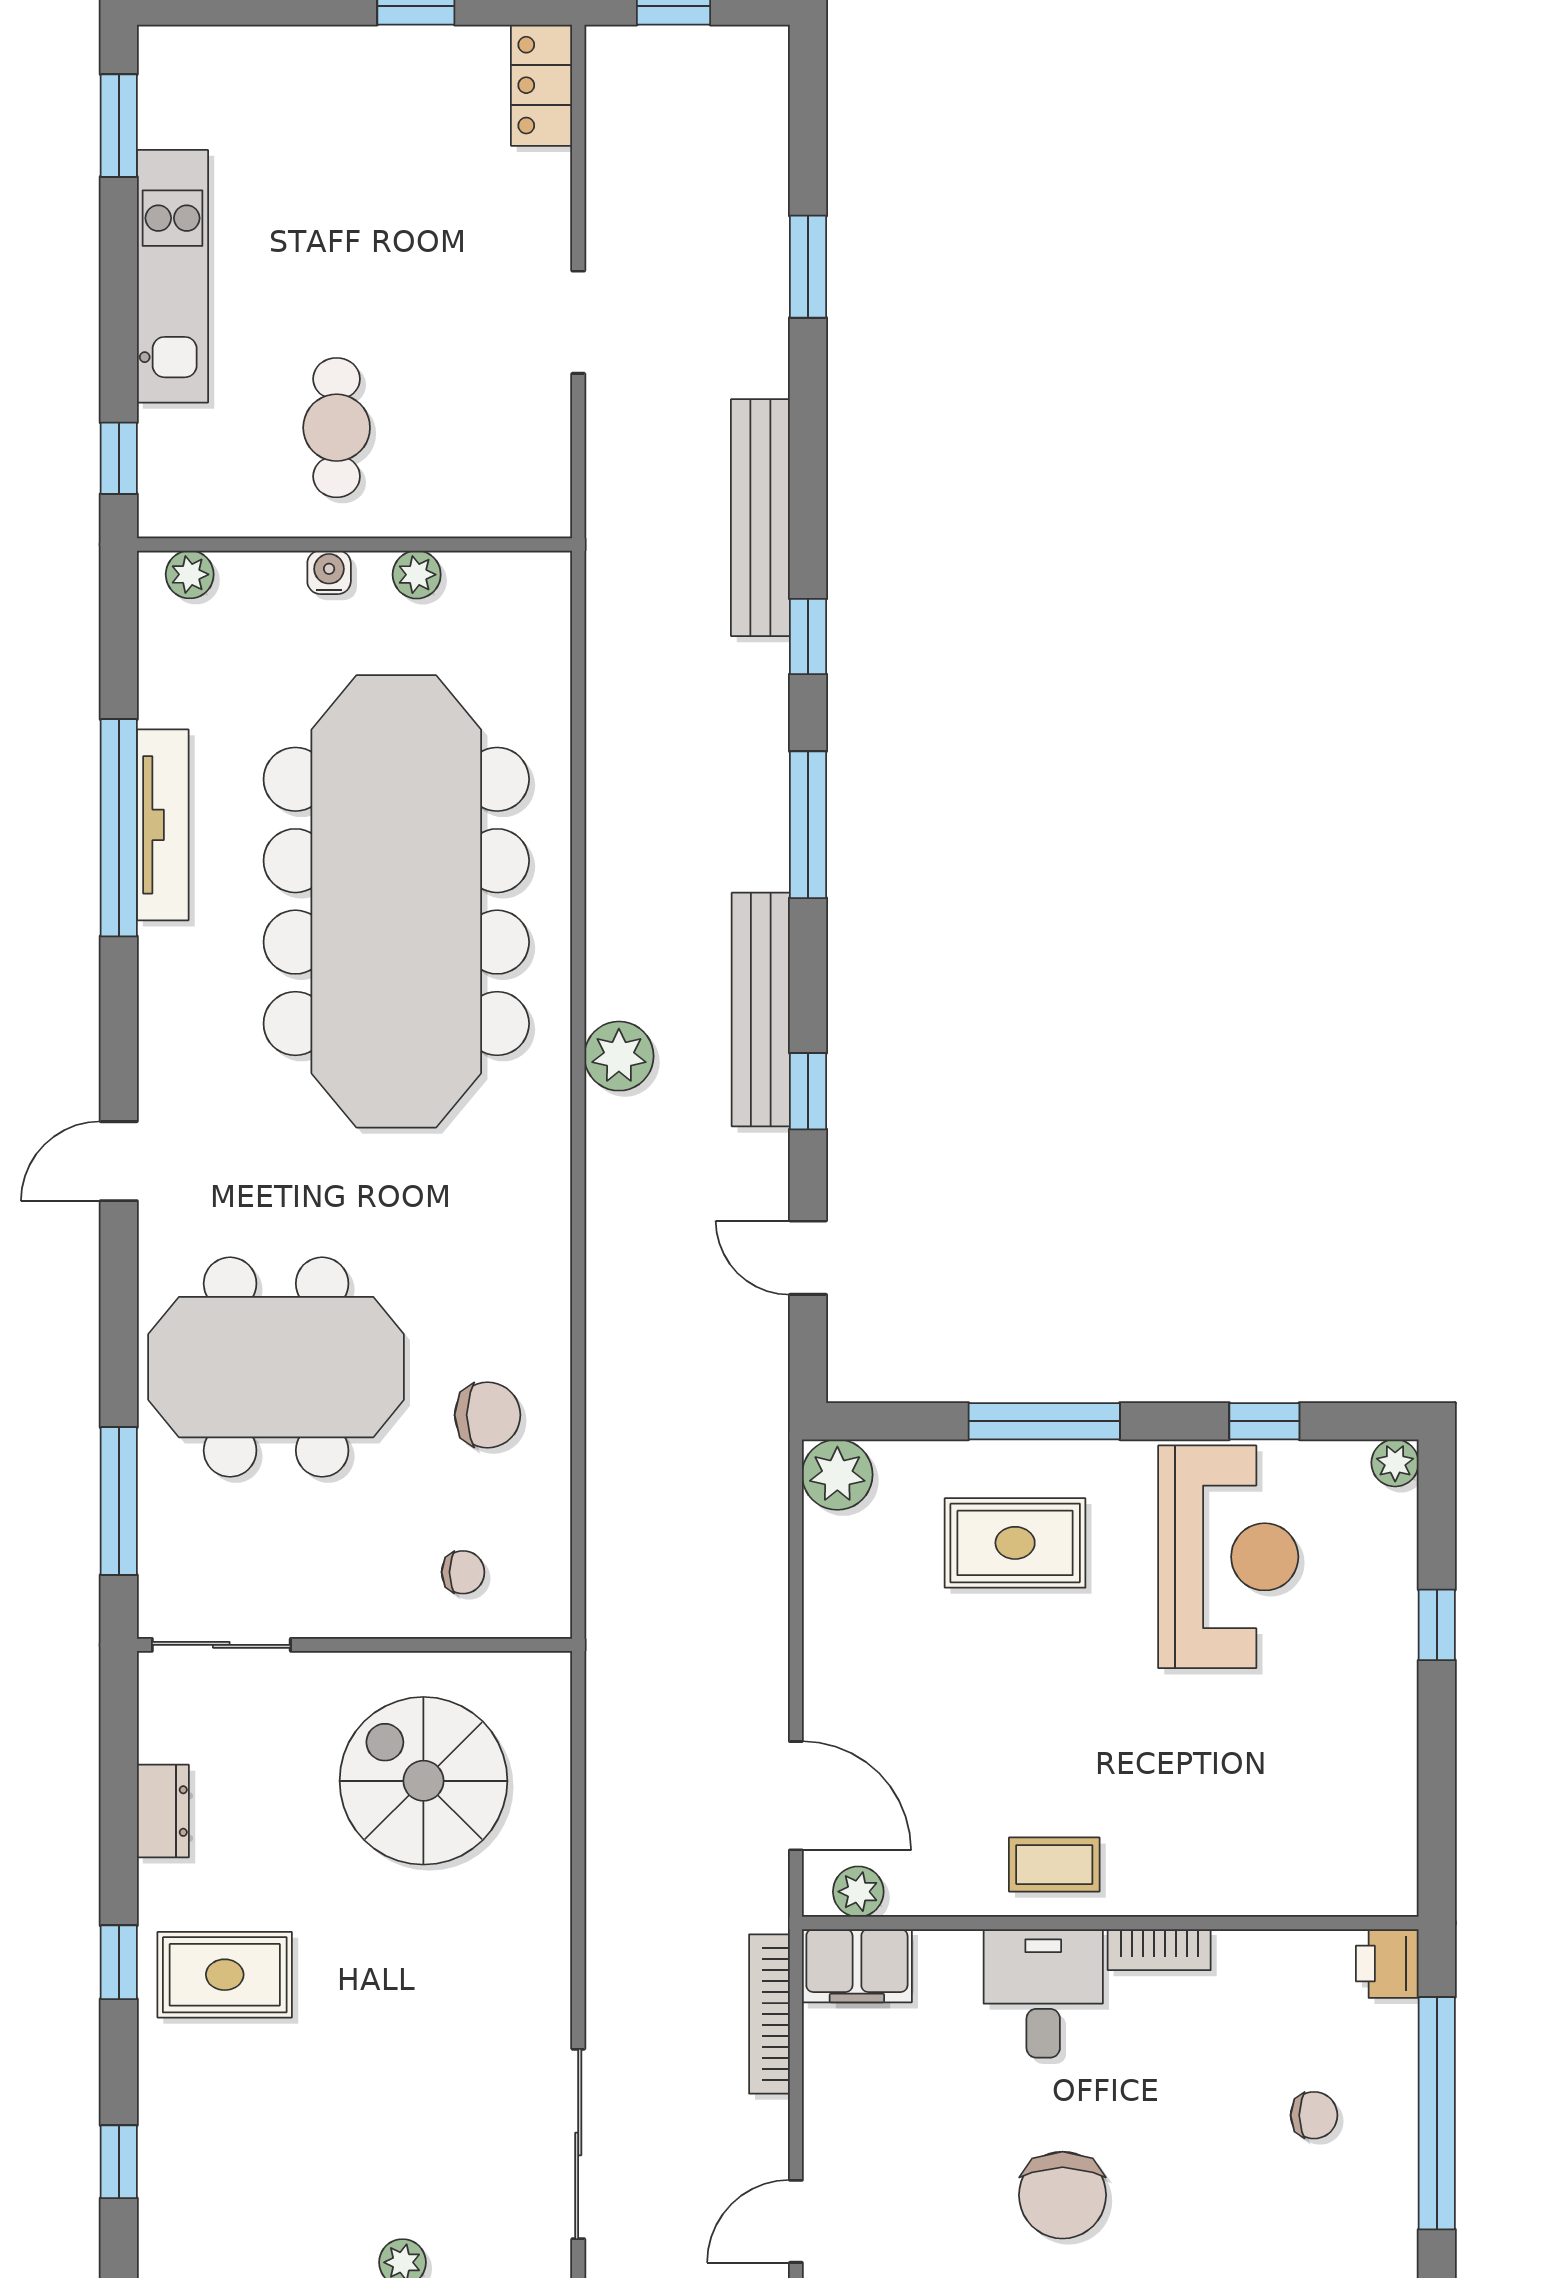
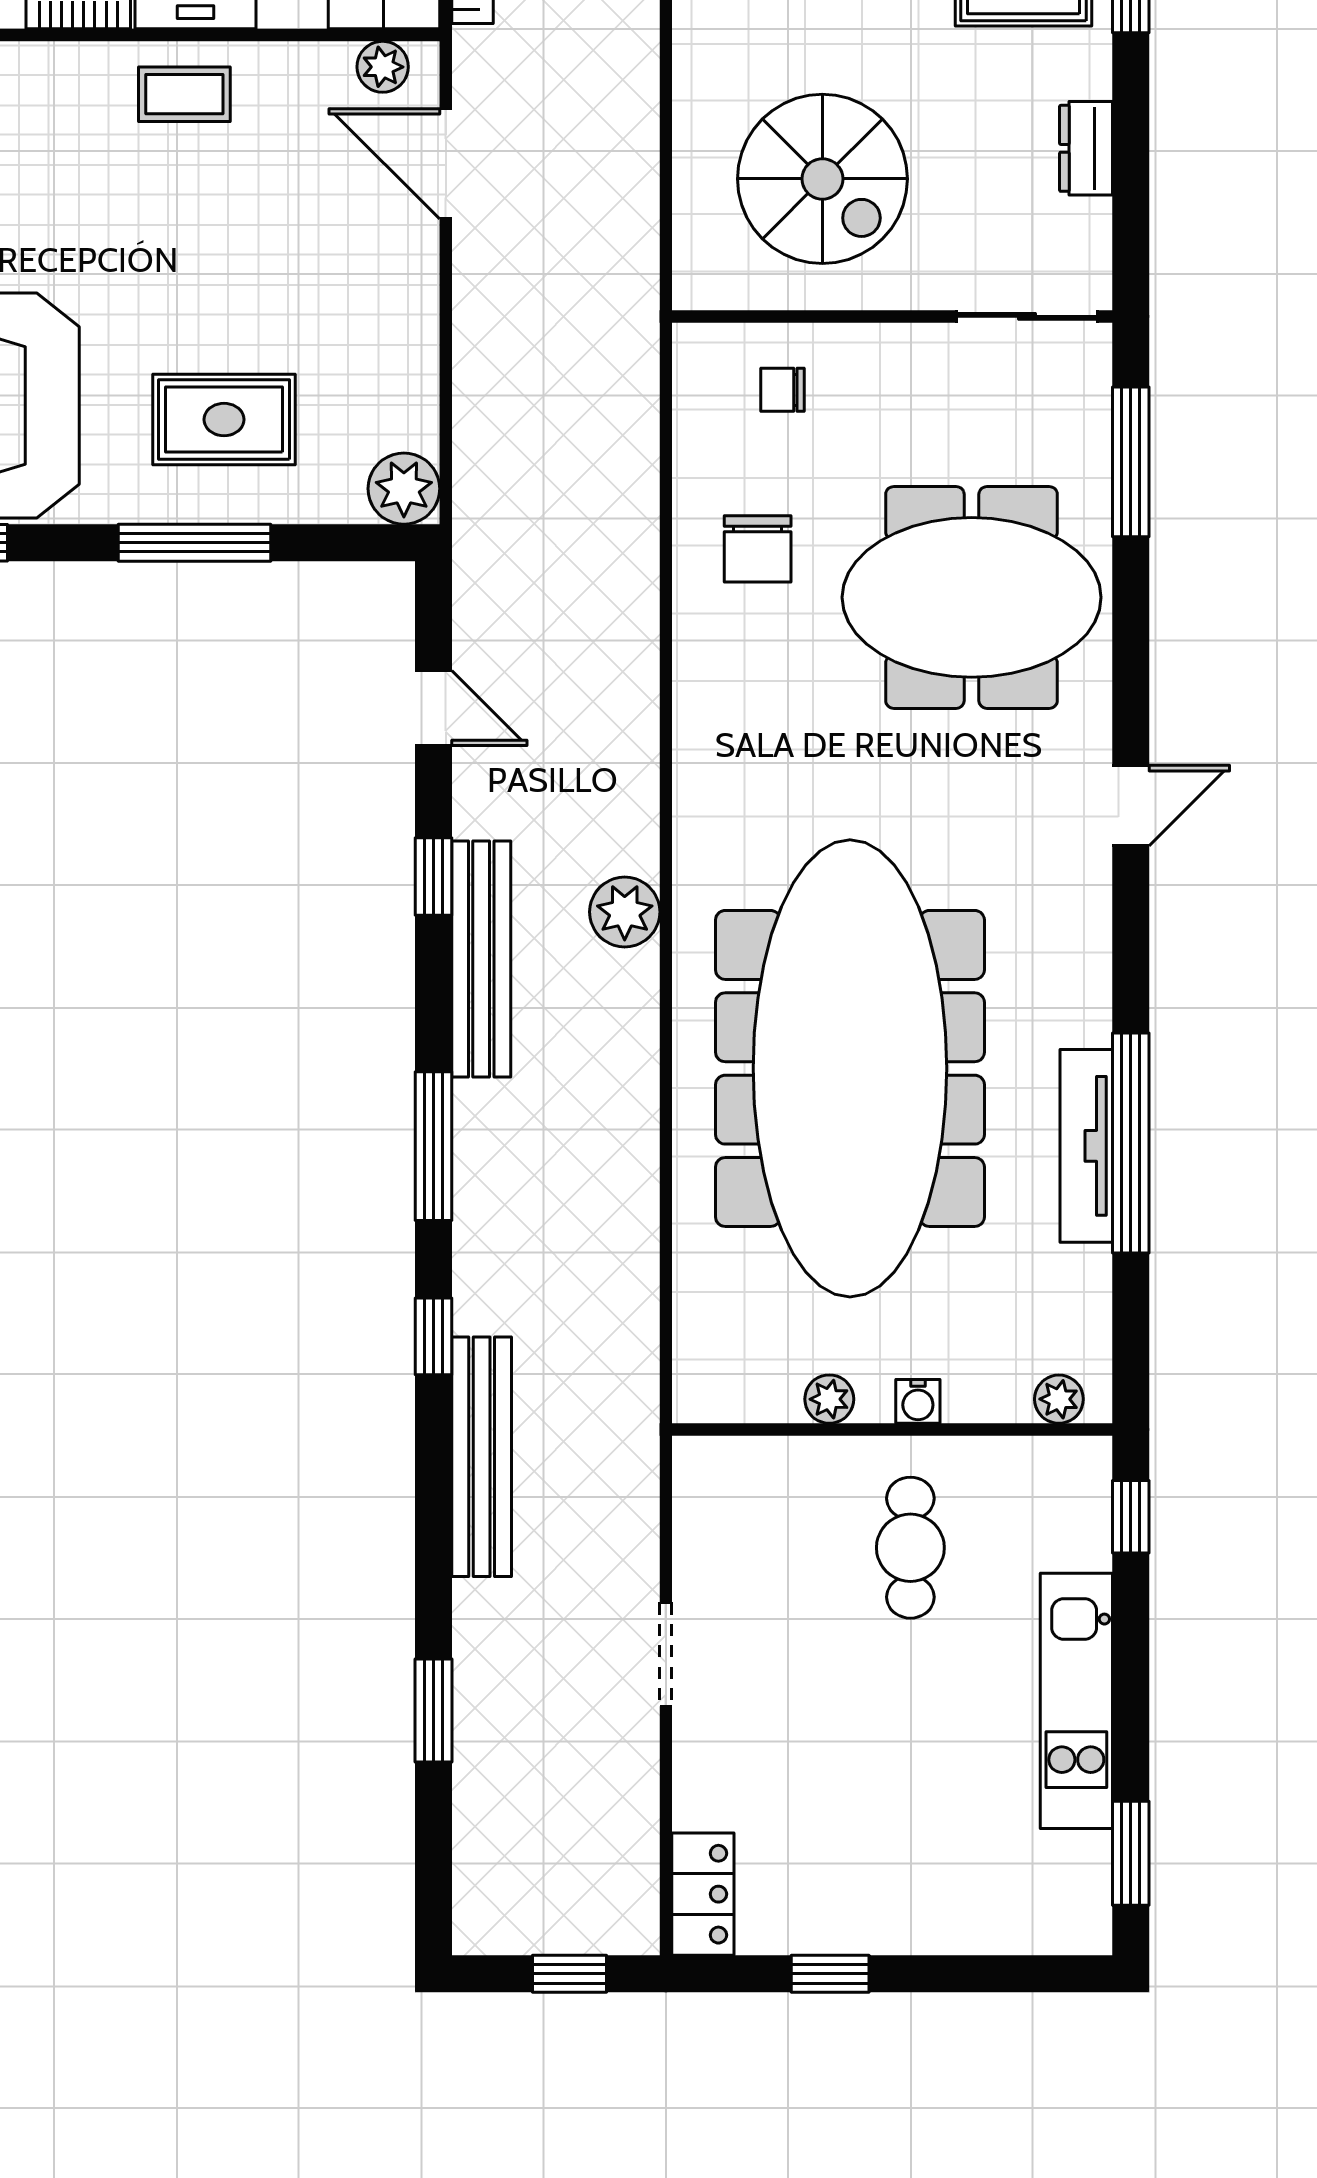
chair: (488, 1415) -> (758, 549), turned -90

